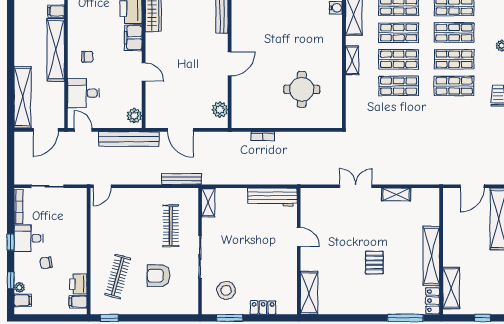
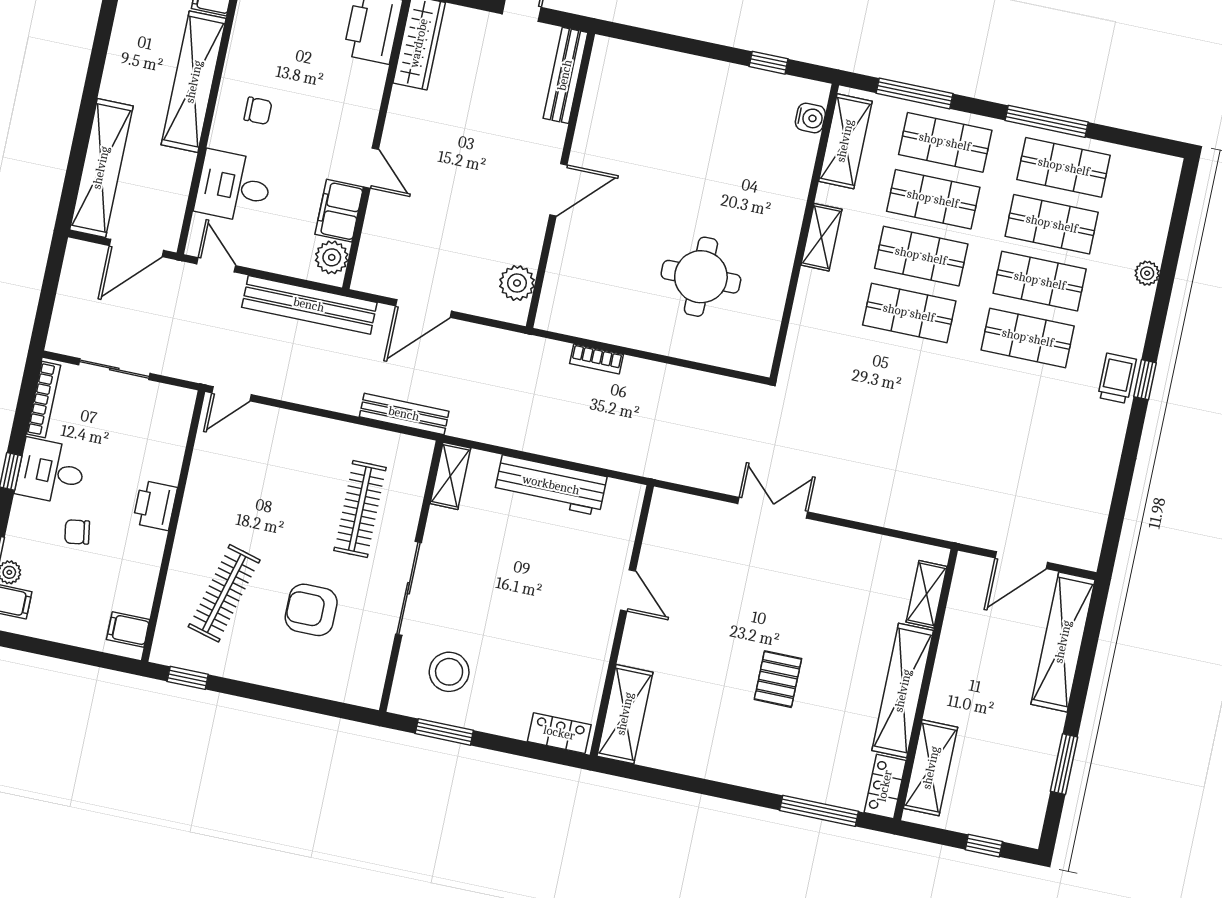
filing cabinet: (133, 38) -> (339, 211), moved
door: (180, 130) -> (423, 308), hinge flipped
shelving: (396, 194) -> (927, 594), moved, turned 90
workbench: (273, 197) -> (551, 485), moved
printer: (78, 284) -> (155, 505), moved
locker: (263, 308) -> (559, 733), moved

